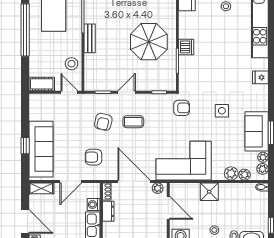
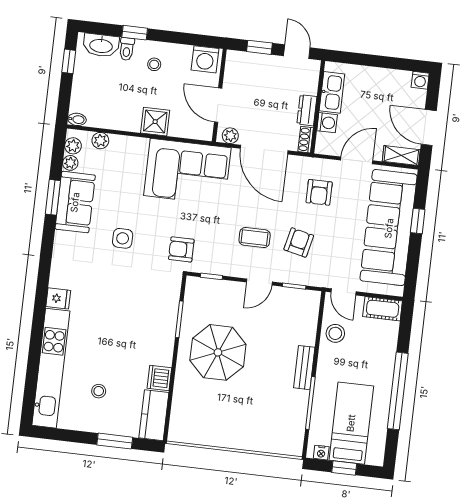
dishwasher: (186, 47) -> (159, 378), moved
fridge: (260, 77) -> (58, 298), moved
sofa: (41, 149) -> (389, 228), width x1.36, depth x1.27
armchair: (94, 157) -> (319, 192), turned 90
plant: (231, 173) -> (120, 145), removed
door: (25, 222) -> (429, 128), moved

